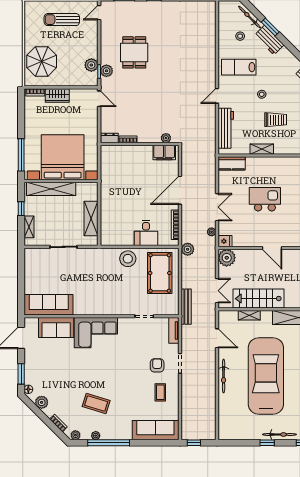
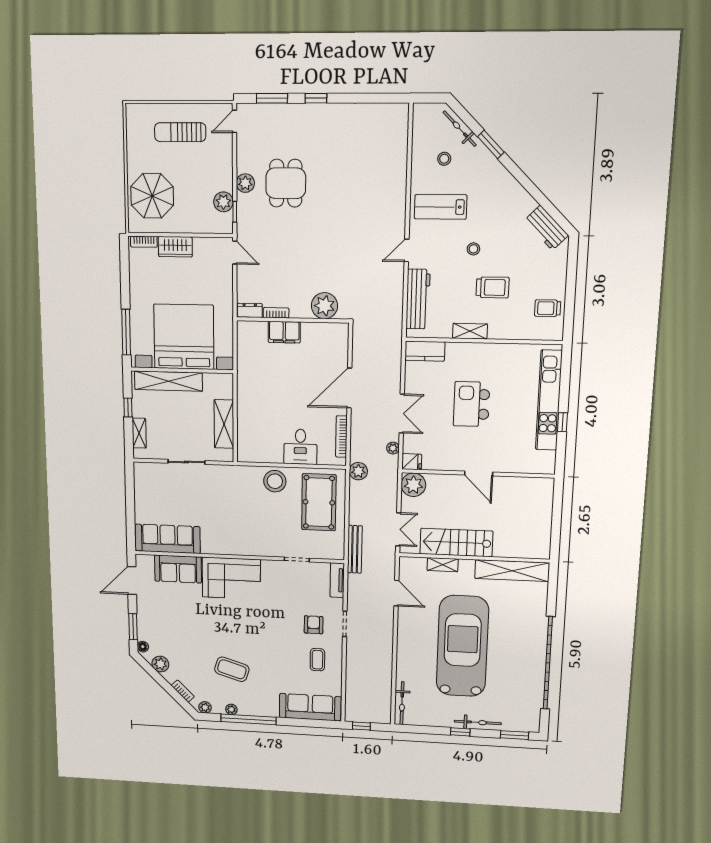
workbench: (269, 40) -> (488, 165), removed
plant: (106, 71) -> (245, 183), moved
plant: (166, 138) -> (324, 306), width x1.88, depth x1.88
filing cabinet: (164, 153) -> (284, 332), moved
kitchen island: (265, 199) -> (472, 404), turned -90
bicycle: (224, 376) -> (402, 703), moved

